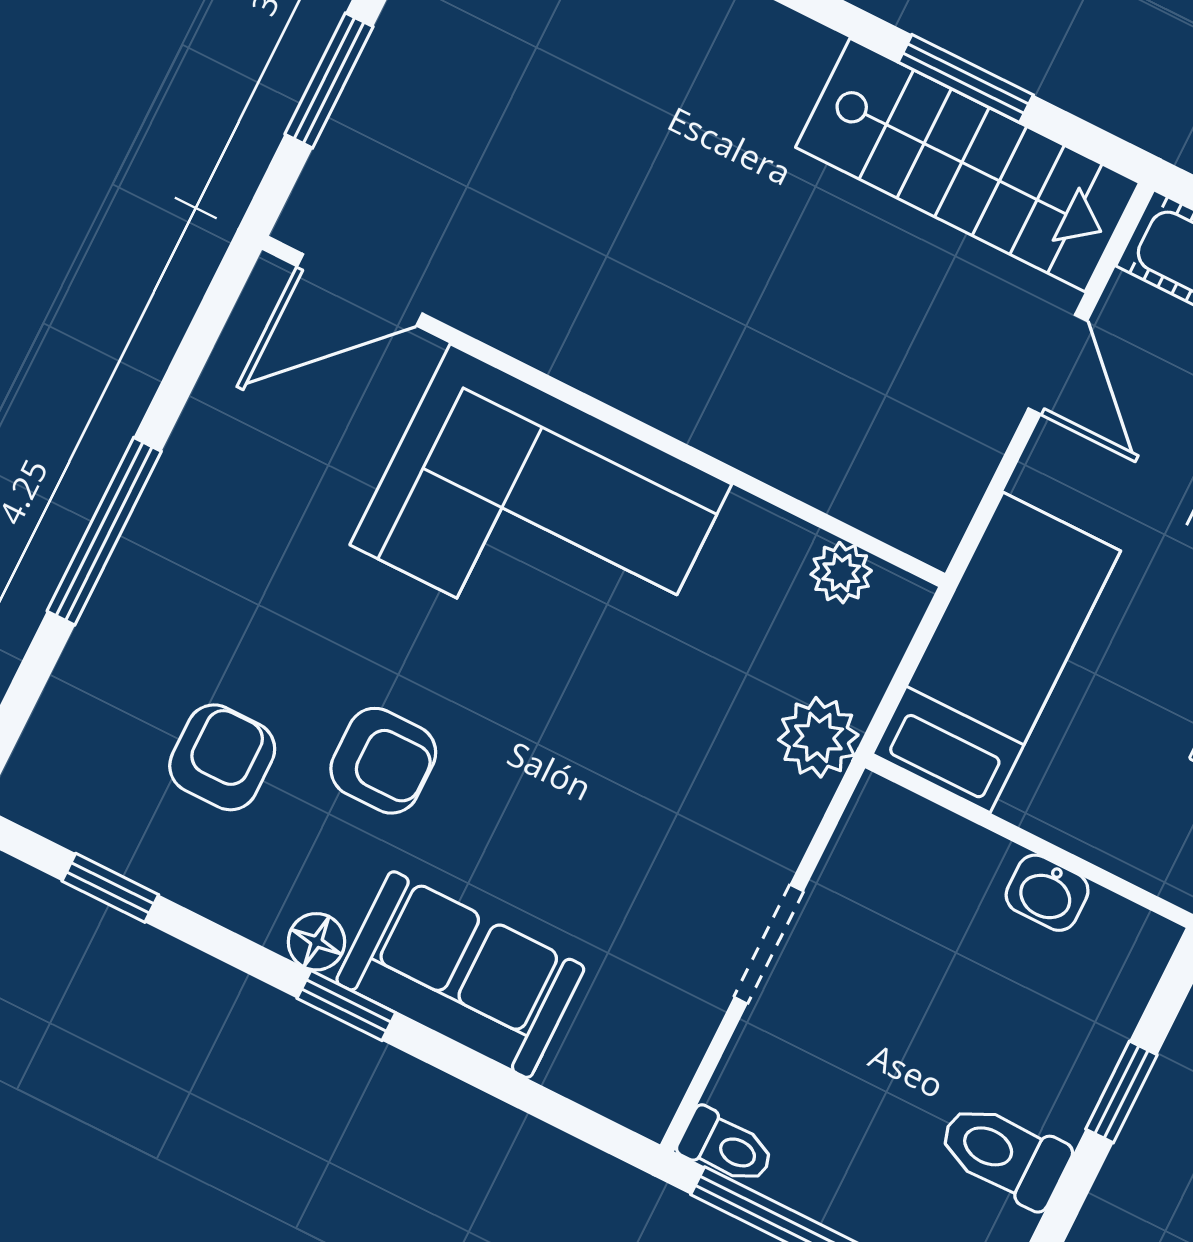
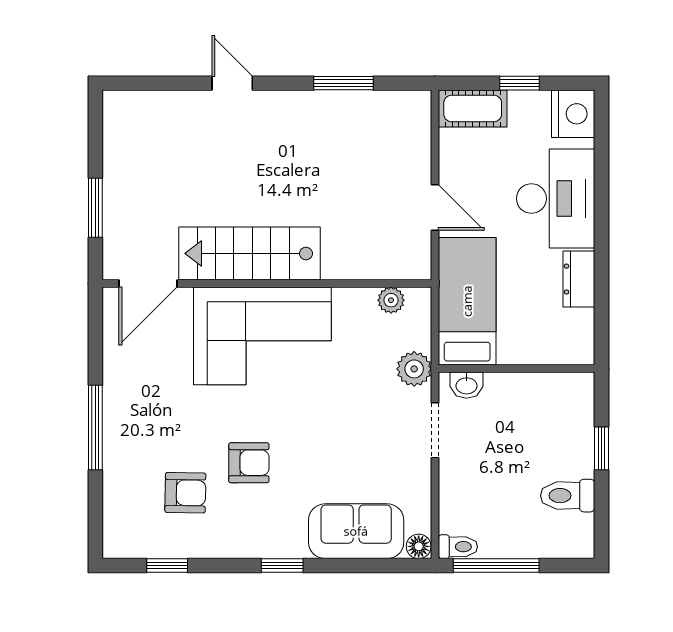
stairs: (968, 165) -> (249, 253), moved, turned 180
door: (1058, 365) -> (435, 208), moved
armchair: (222, 757) -> (185, 493), turned 91
washbasin: (1047, 893) -> (467, 385), moved
floor lamp: (316, 942) -> (419, 546), moved
doorway: (769, 944) -> (435, 430), moved
sofa: (460, 975) -> (356, 531), moved

